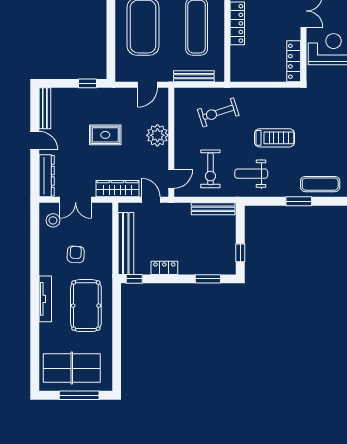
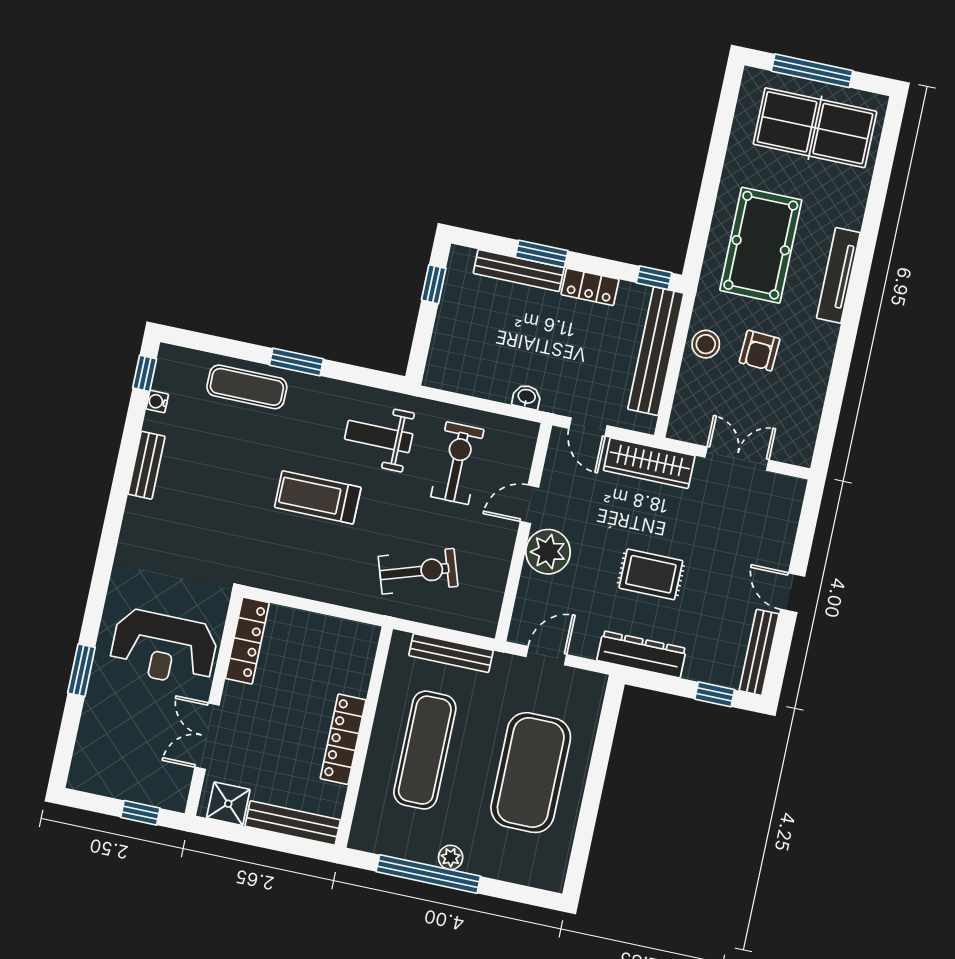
window: (88, 83) -> (715, 694), moved
weight bench: (251, 174) -> (379, 437), turned 180
dresser: (47, 176) -> (642, 654), moved, turned 90
door: (171, 179) -> (529, 504), moved
washbasin: (184, 208) -> (527, 397), added
bench: (213, 209) -> (519, 270), moved
stool: (53, 220) -> (706, 344), moved
window: (208, 279) -> (542, 254), moved

